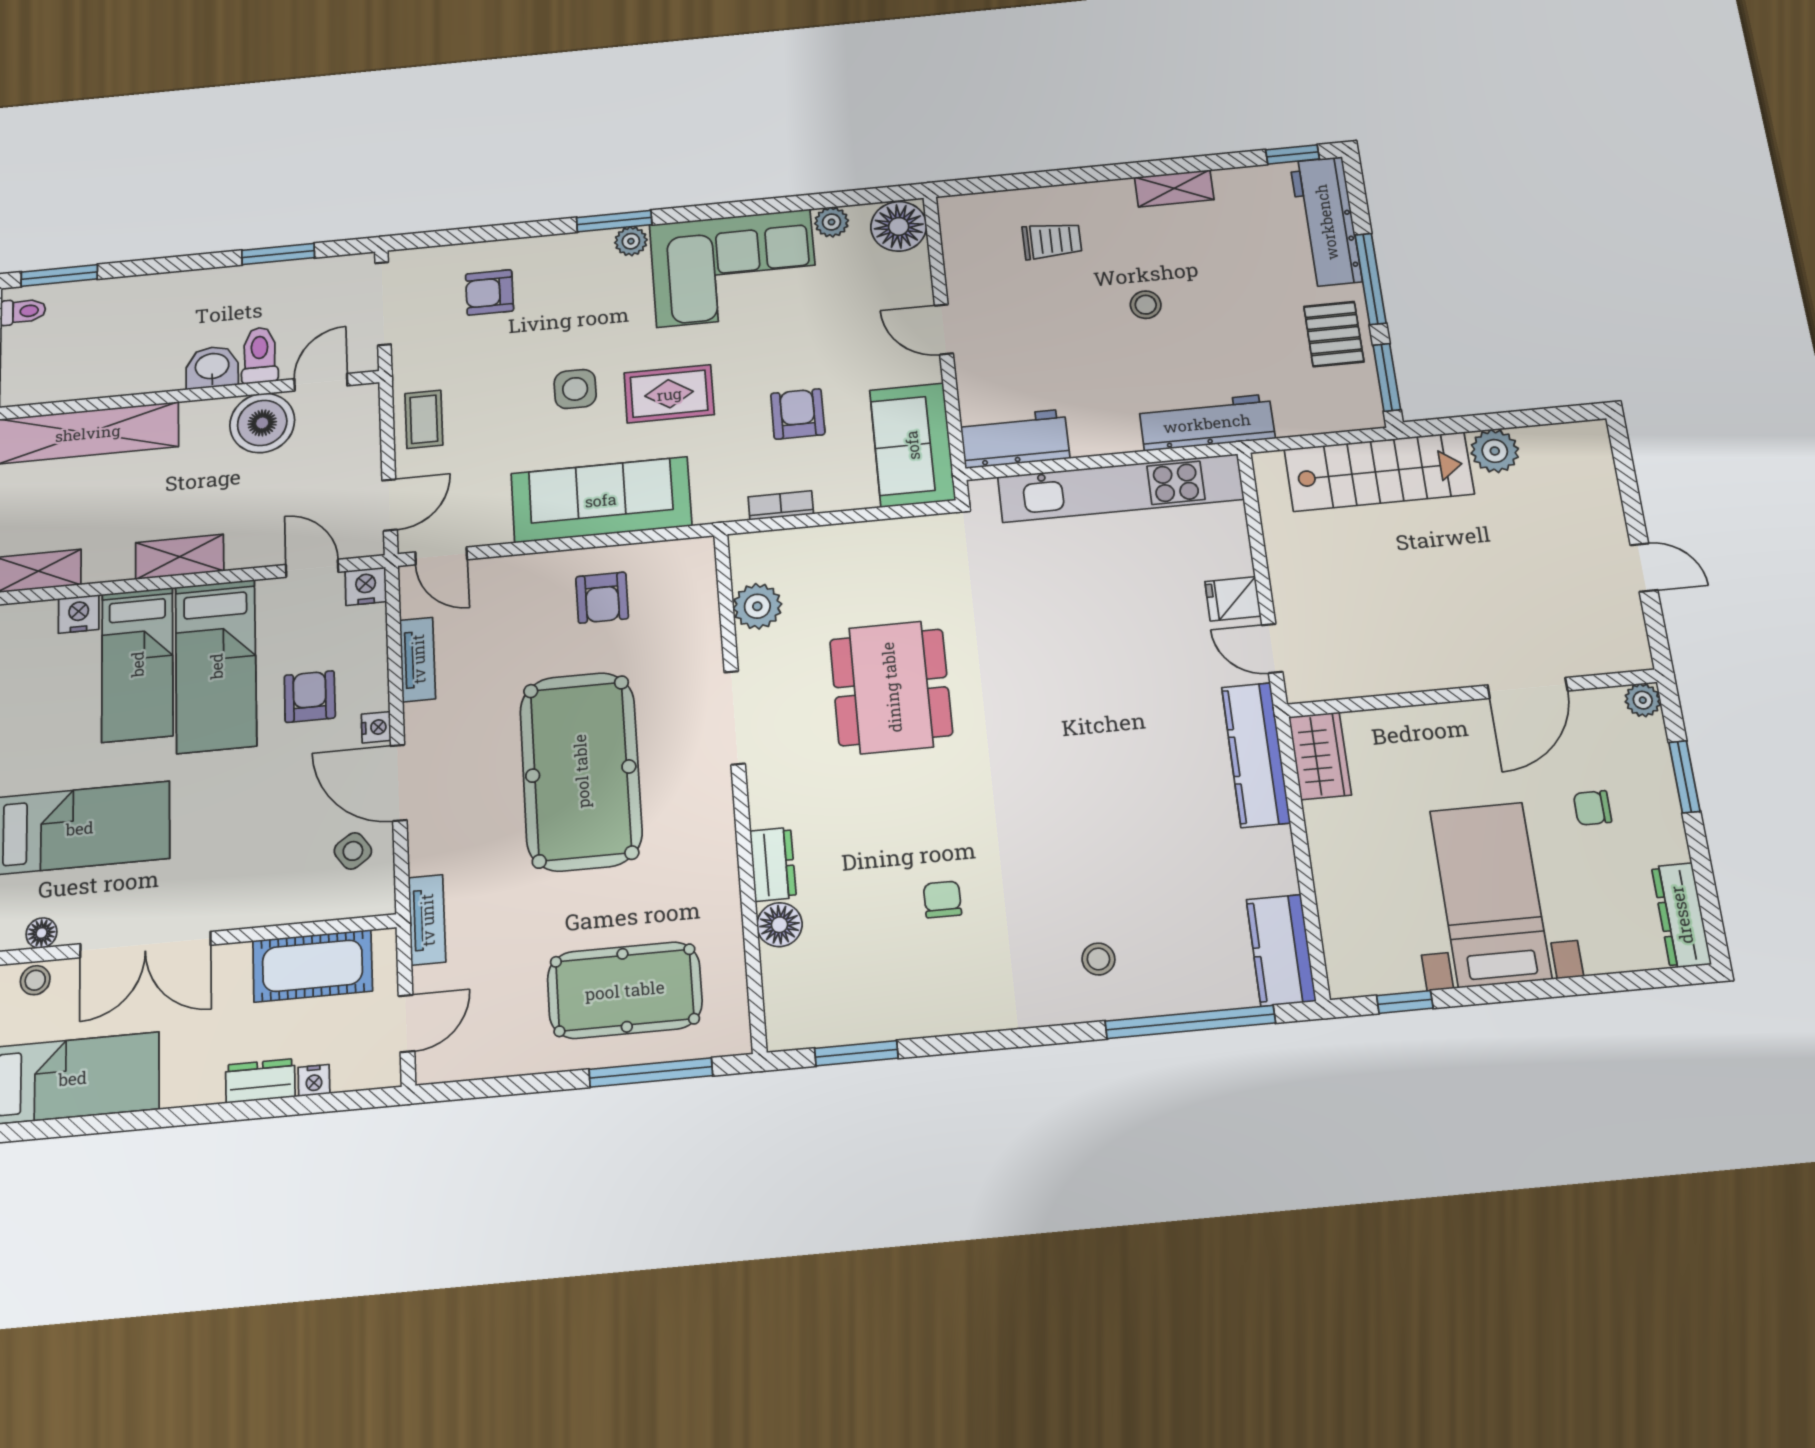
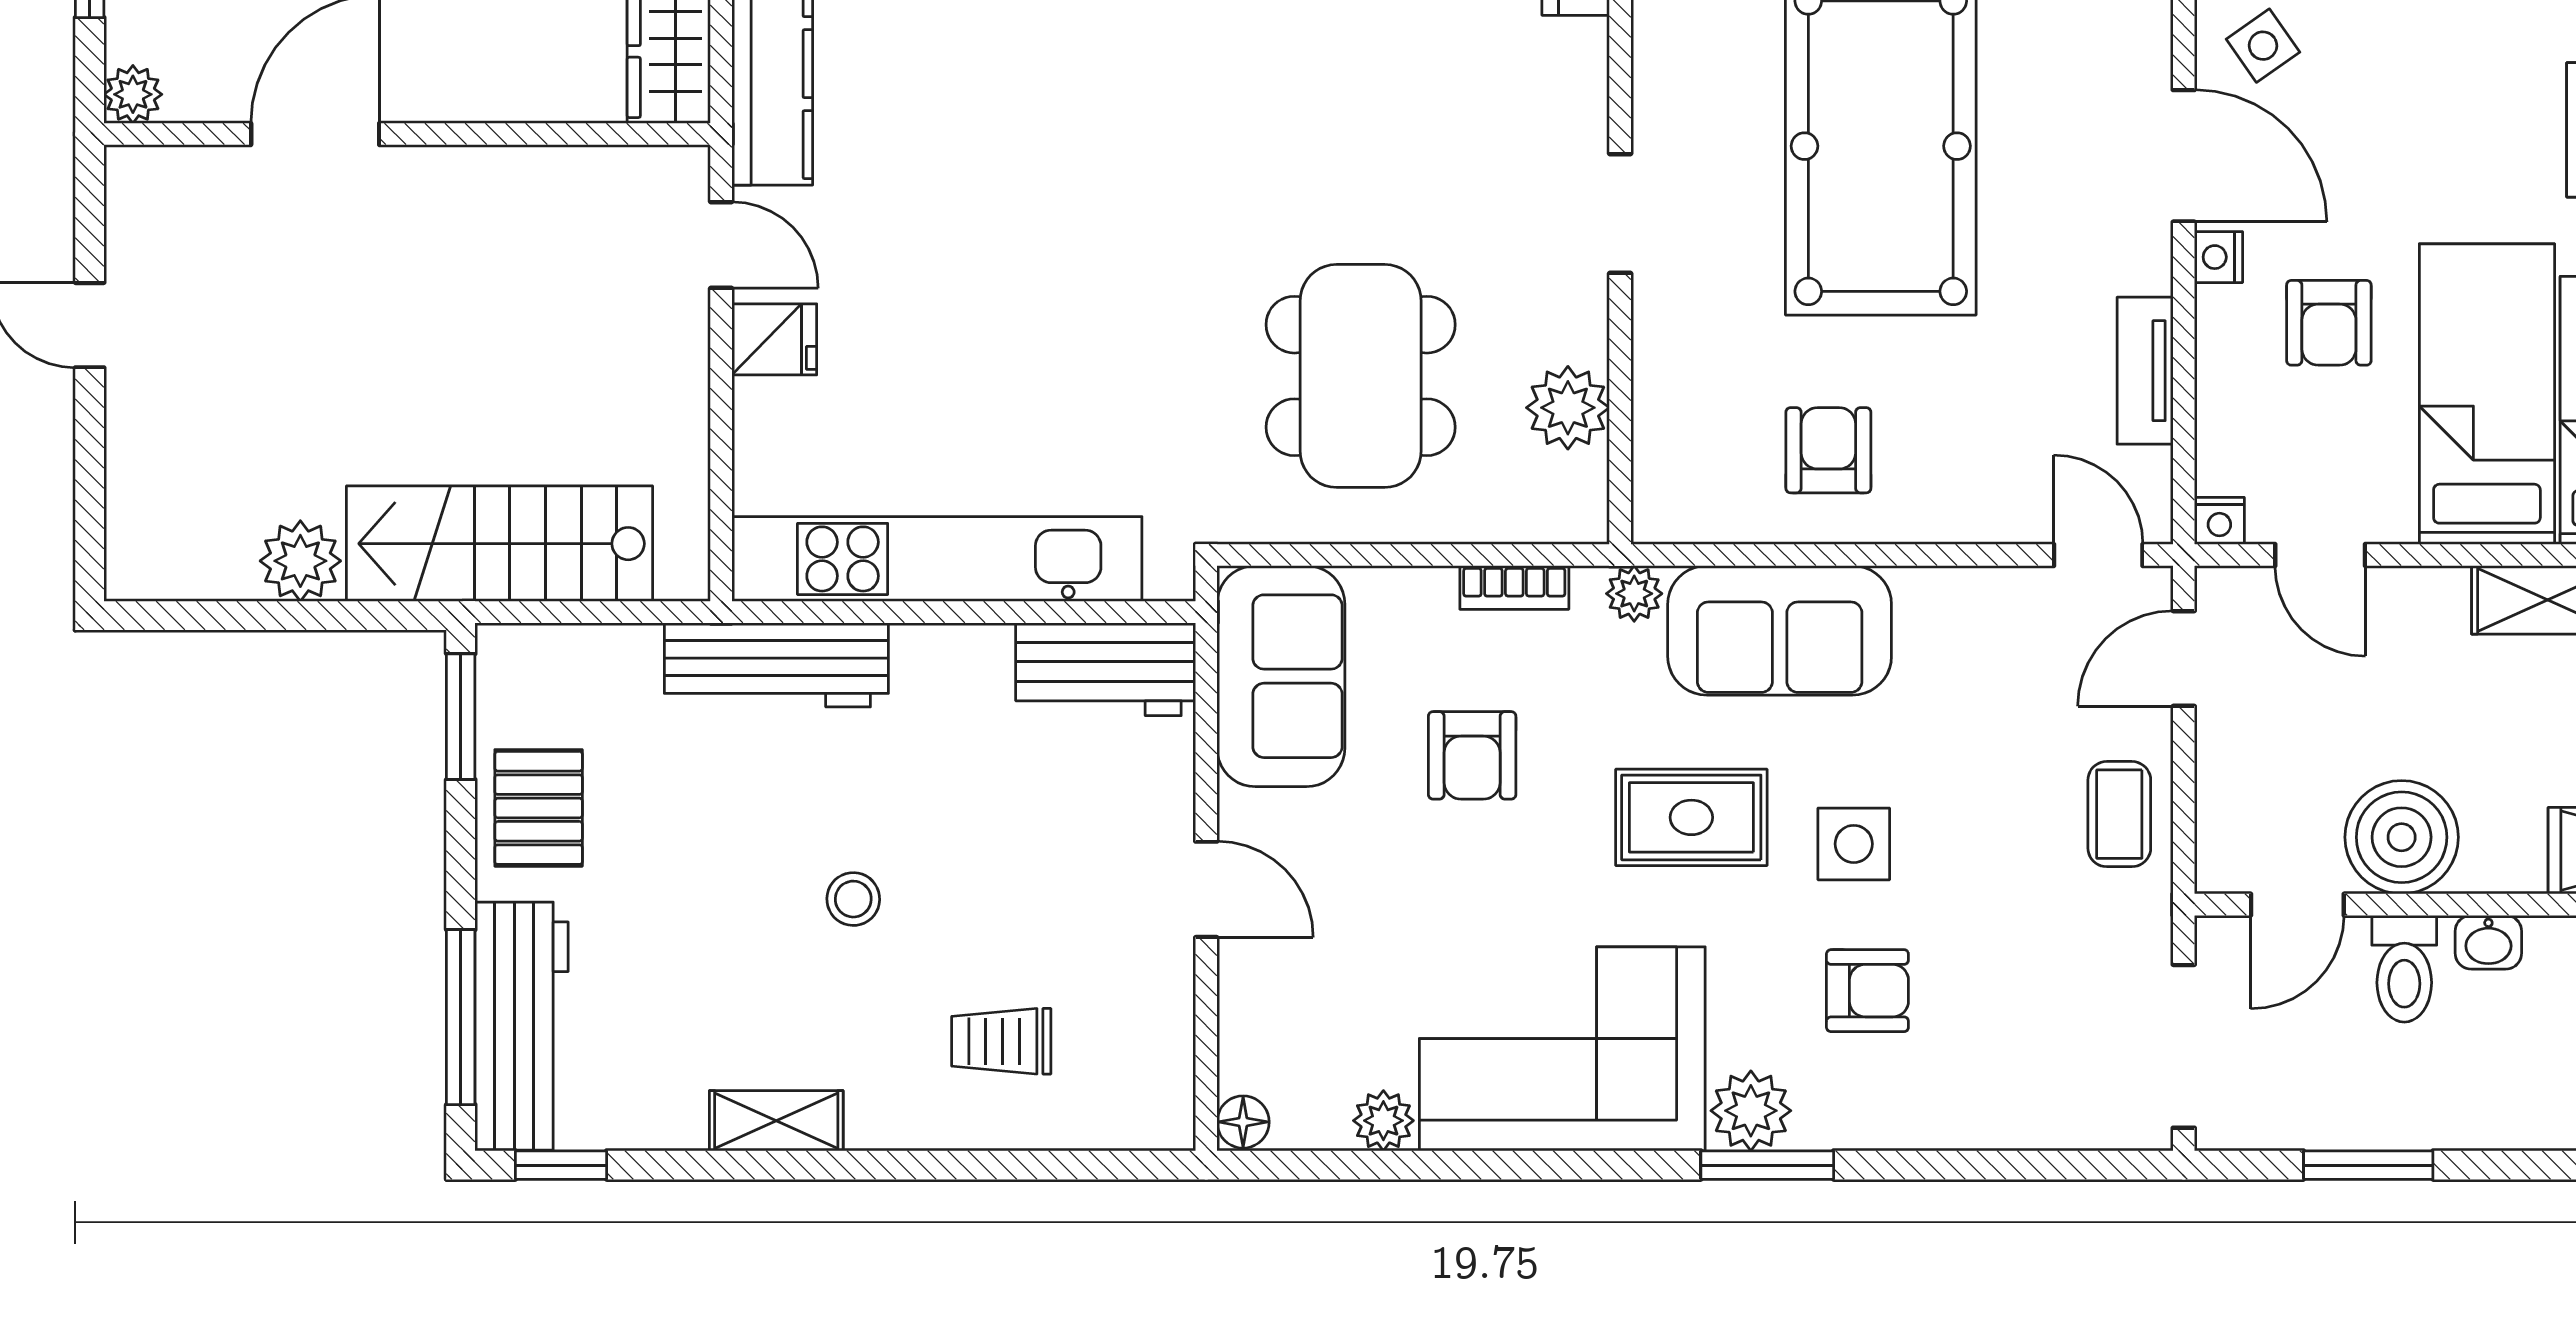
floor lamp: (899, 226) -> (1243, 1122), width x0.53, depth x0.53
plant: (631, 241) -> (1751, 1111), width x1.38, depth x1.38
window: (1371, 279) -> (461, 1017), moved
armchair: (489, 292) -> (1867, 991), moved
washbasin: (212, 367) -> (2488, 942), width x0.72, depth x0.69
sofa: (601, 500) -> (1780, 630), width x0.73
plant: (711, 509) -> (1634, 594), added
nightstand: (366, 586) -> (2219, 521), width x0.72, depth x0.74
dining table: (891, 687) -> (1361, 376), moved
doorway: (735, 718) -> (1620, 213), width x0.73

